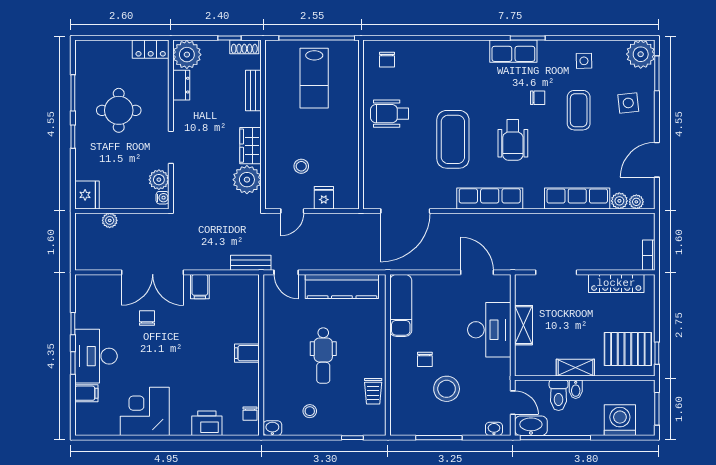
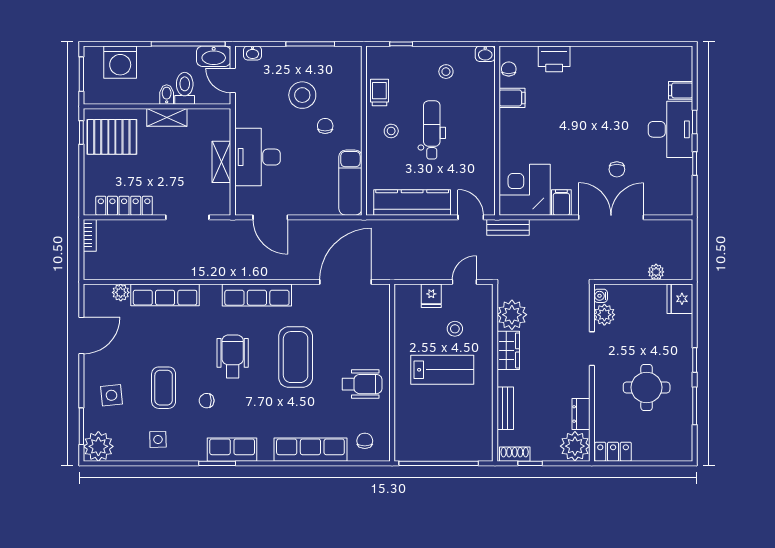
row of seats: (439, 51) -> (310, 450), added
lab bench: (314, 78) -> (442, 370), moved, turned 90
plant: (636, 202) -> (103, 291), removed
filing cabinet: (247, 353) -> (512, 98), moved
stool: (362, 355) -> (391, 131), added
corner desk: (145, 411) -> (525, 190), moved, turned 180

